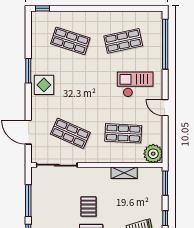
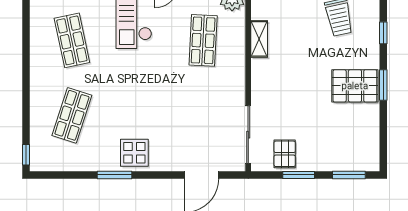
shop shelf: (70, 133) -> (203, 115), removed
window: (28, 201) -> (299, 175), width x0.69
pallet: (88, 207) -> (285, 154), moved, turned 90

